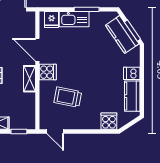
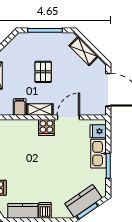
trolley: (68, 97) -> (22, 147), removed
filing cabinet: (27, 99) -> (20, 107), added

